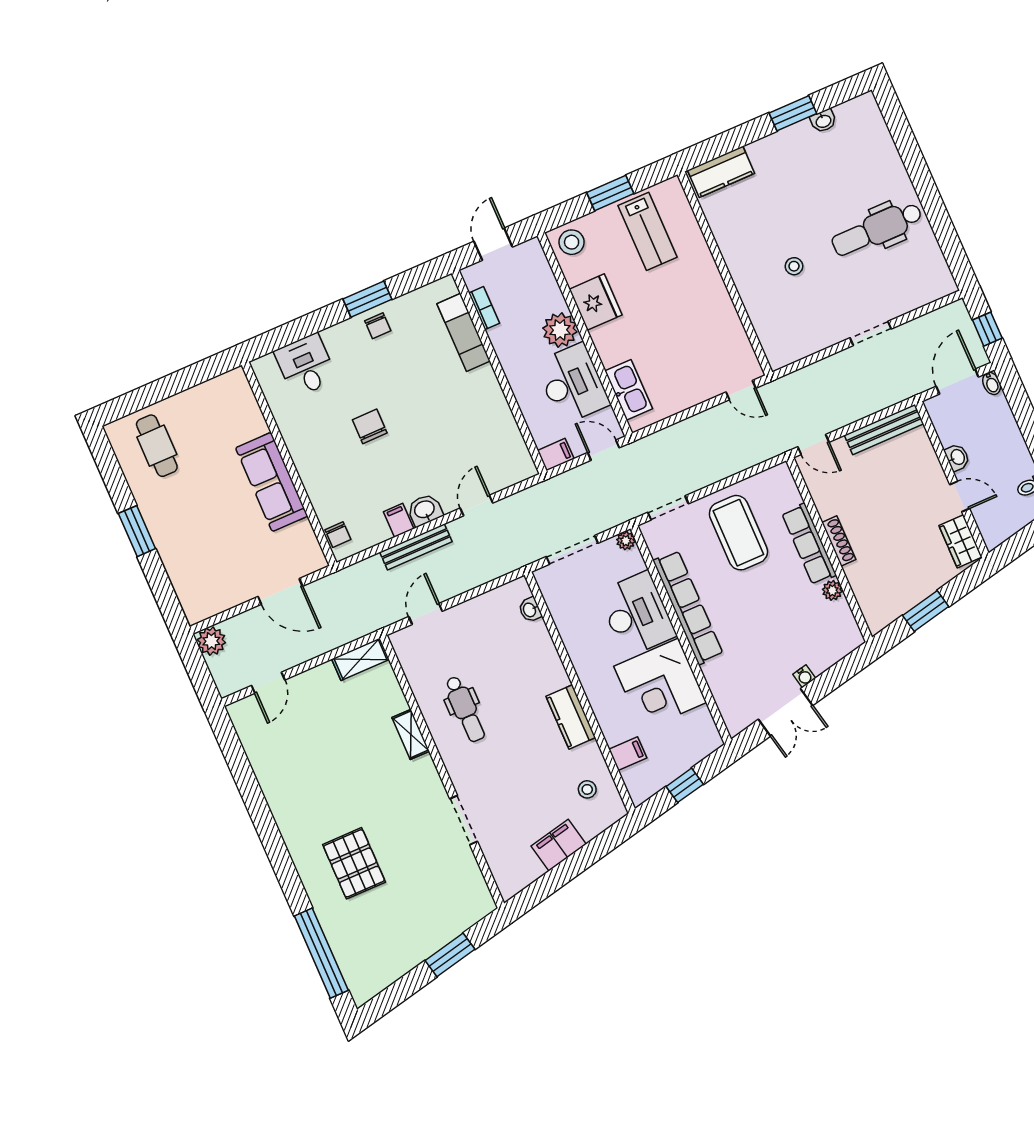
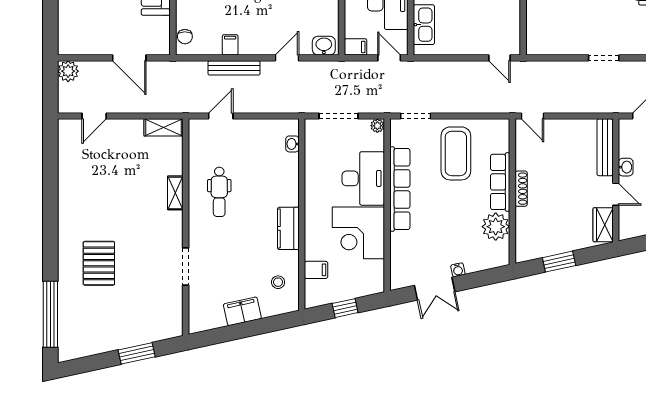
bench: (884, 429) -> (605, 147), moved, turned 90
washbasin: (425, 510) -> (324, 46), moved
plant: (832, 590) -> (496, 227), width x1.88, depth x1.88

